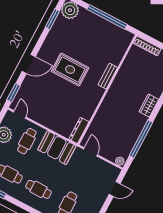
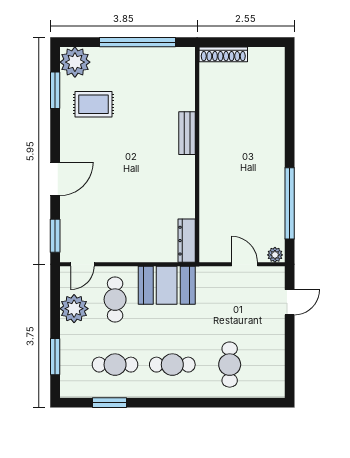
rug: (70, 70) -> (94, 104), moved, width x0.73, depth x0.70
wardrobe: (149, 105) -> (275, 145), removed
door: (20, 115) -> (82, 264), swing flipped
door: (91, 152) -> (245, 264), moved

